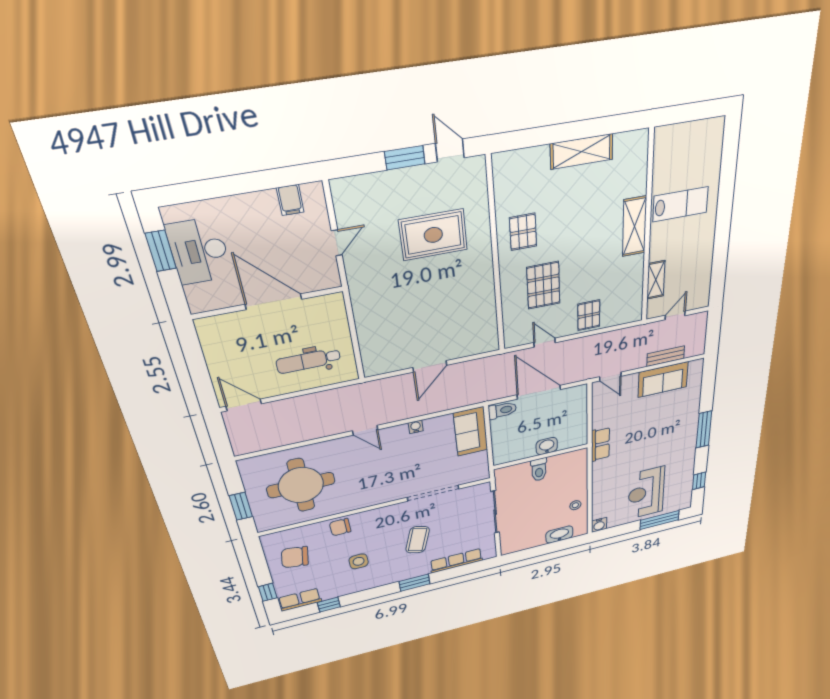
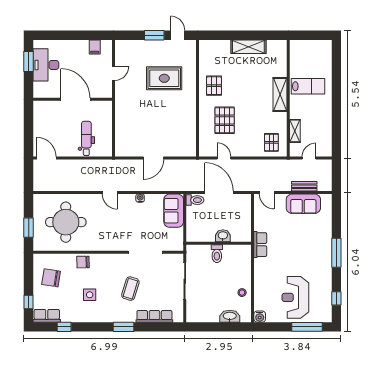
pallet: (589, 315) -> (271, 142), moved
dental chair: (308, 361) -> (86, 138), turned 90

